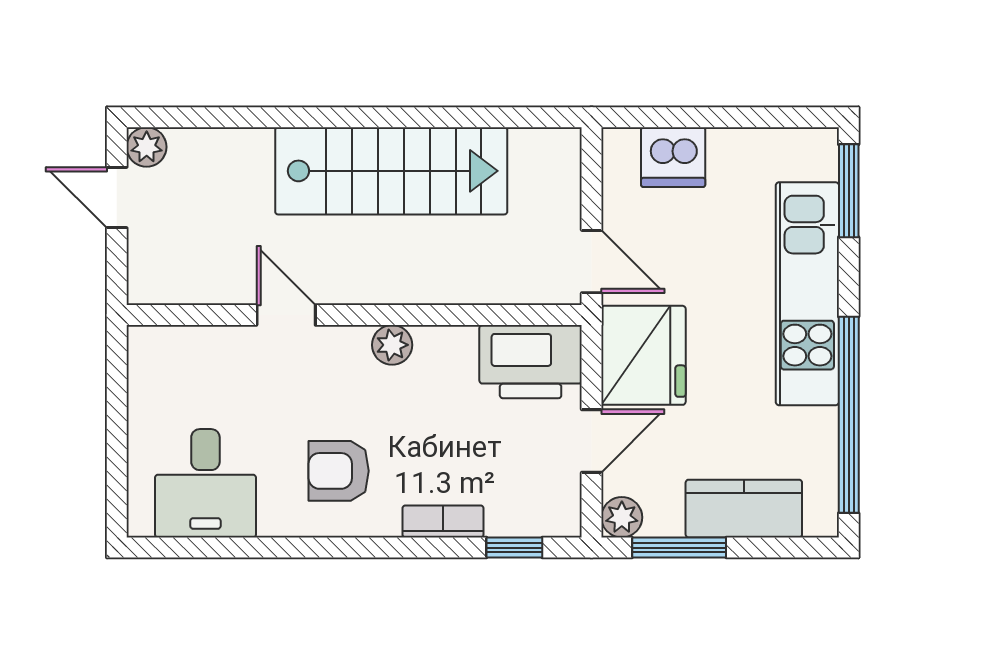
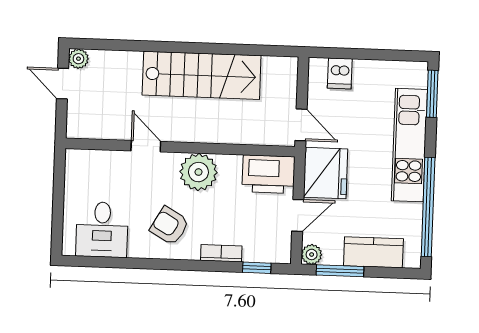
dishwasher: (673, 157) -> (340, 73), width x0.73
plant: (392, 345) -> (198, 172), width x1.87, depth x1.87
armchair: (339, 471) -> (169, 226), turned 30

